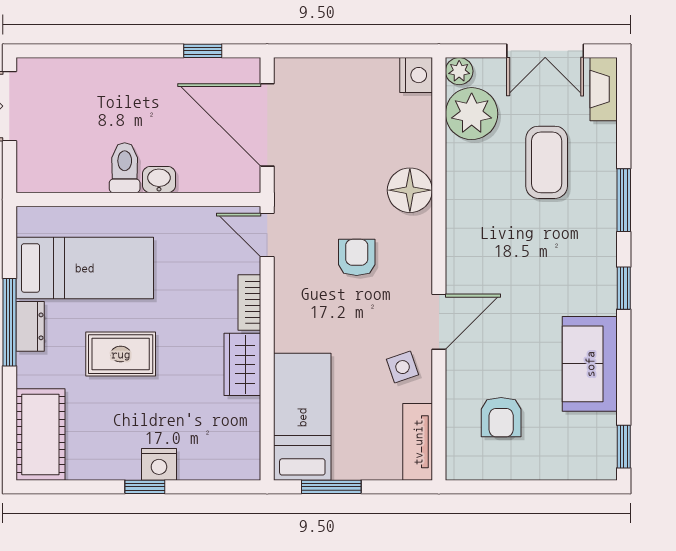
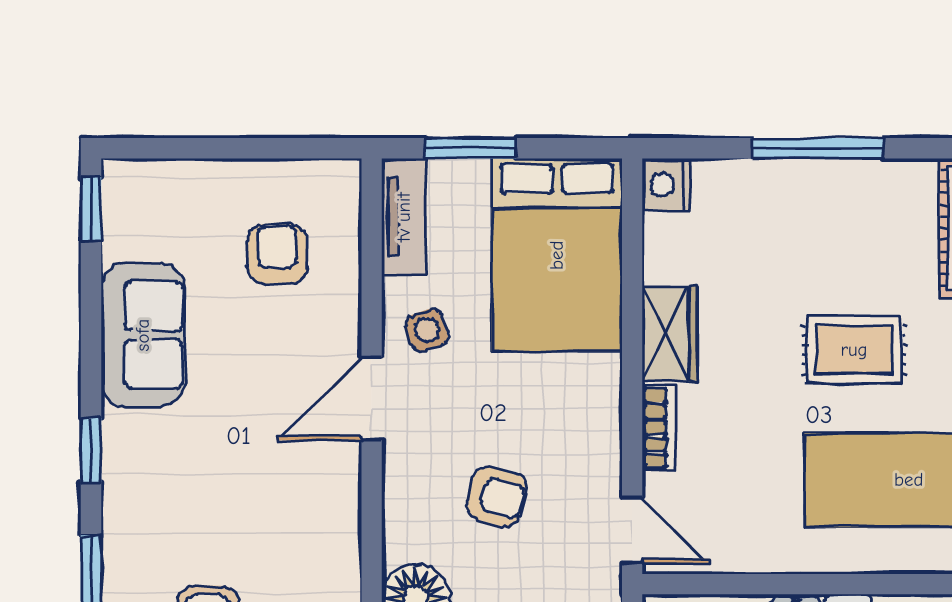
armchair: (357, 257) -> (496, 496), turned -74
bed: (302, 417) -> (557, 255), width x1.50
nightstand: (159, 464) -> (666, 184), moved, turned -90
window: (145, 487) -> (817, 148), width x2.17
window: (331, 487) -> (471, 148), moved

